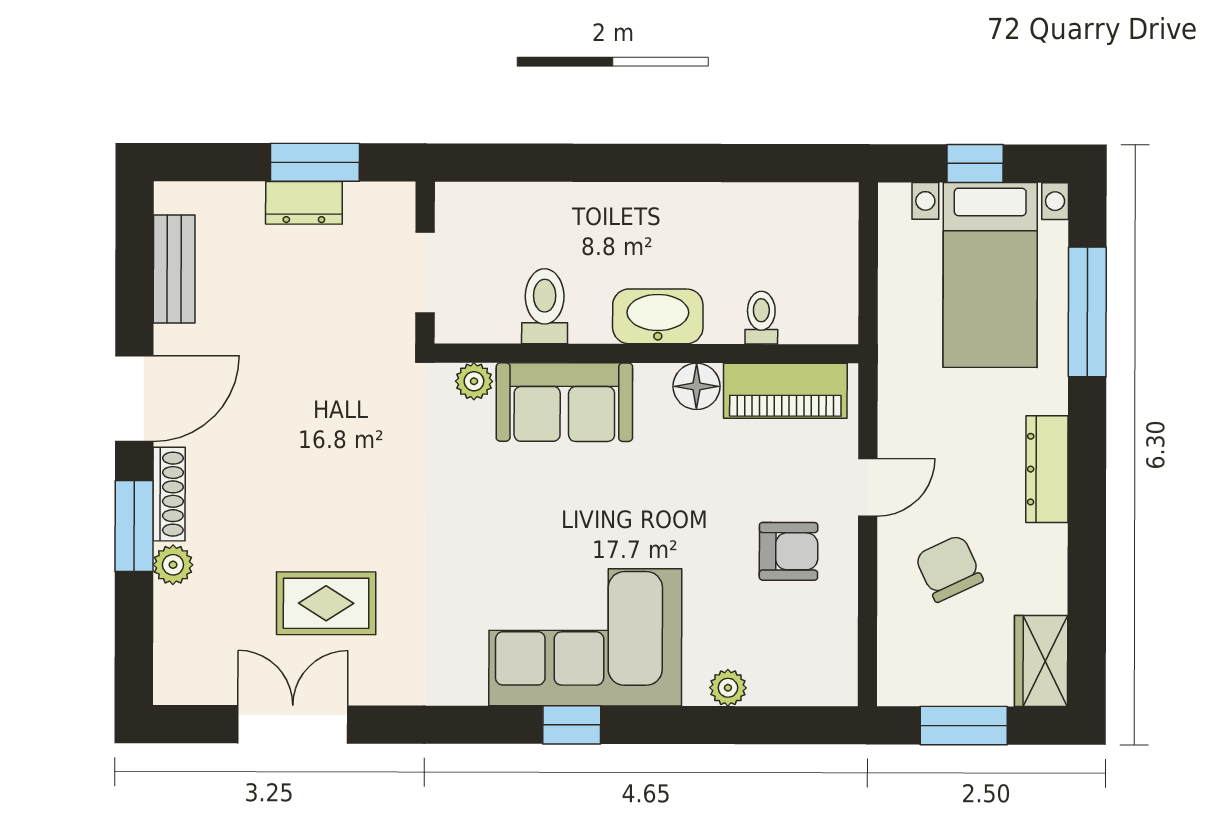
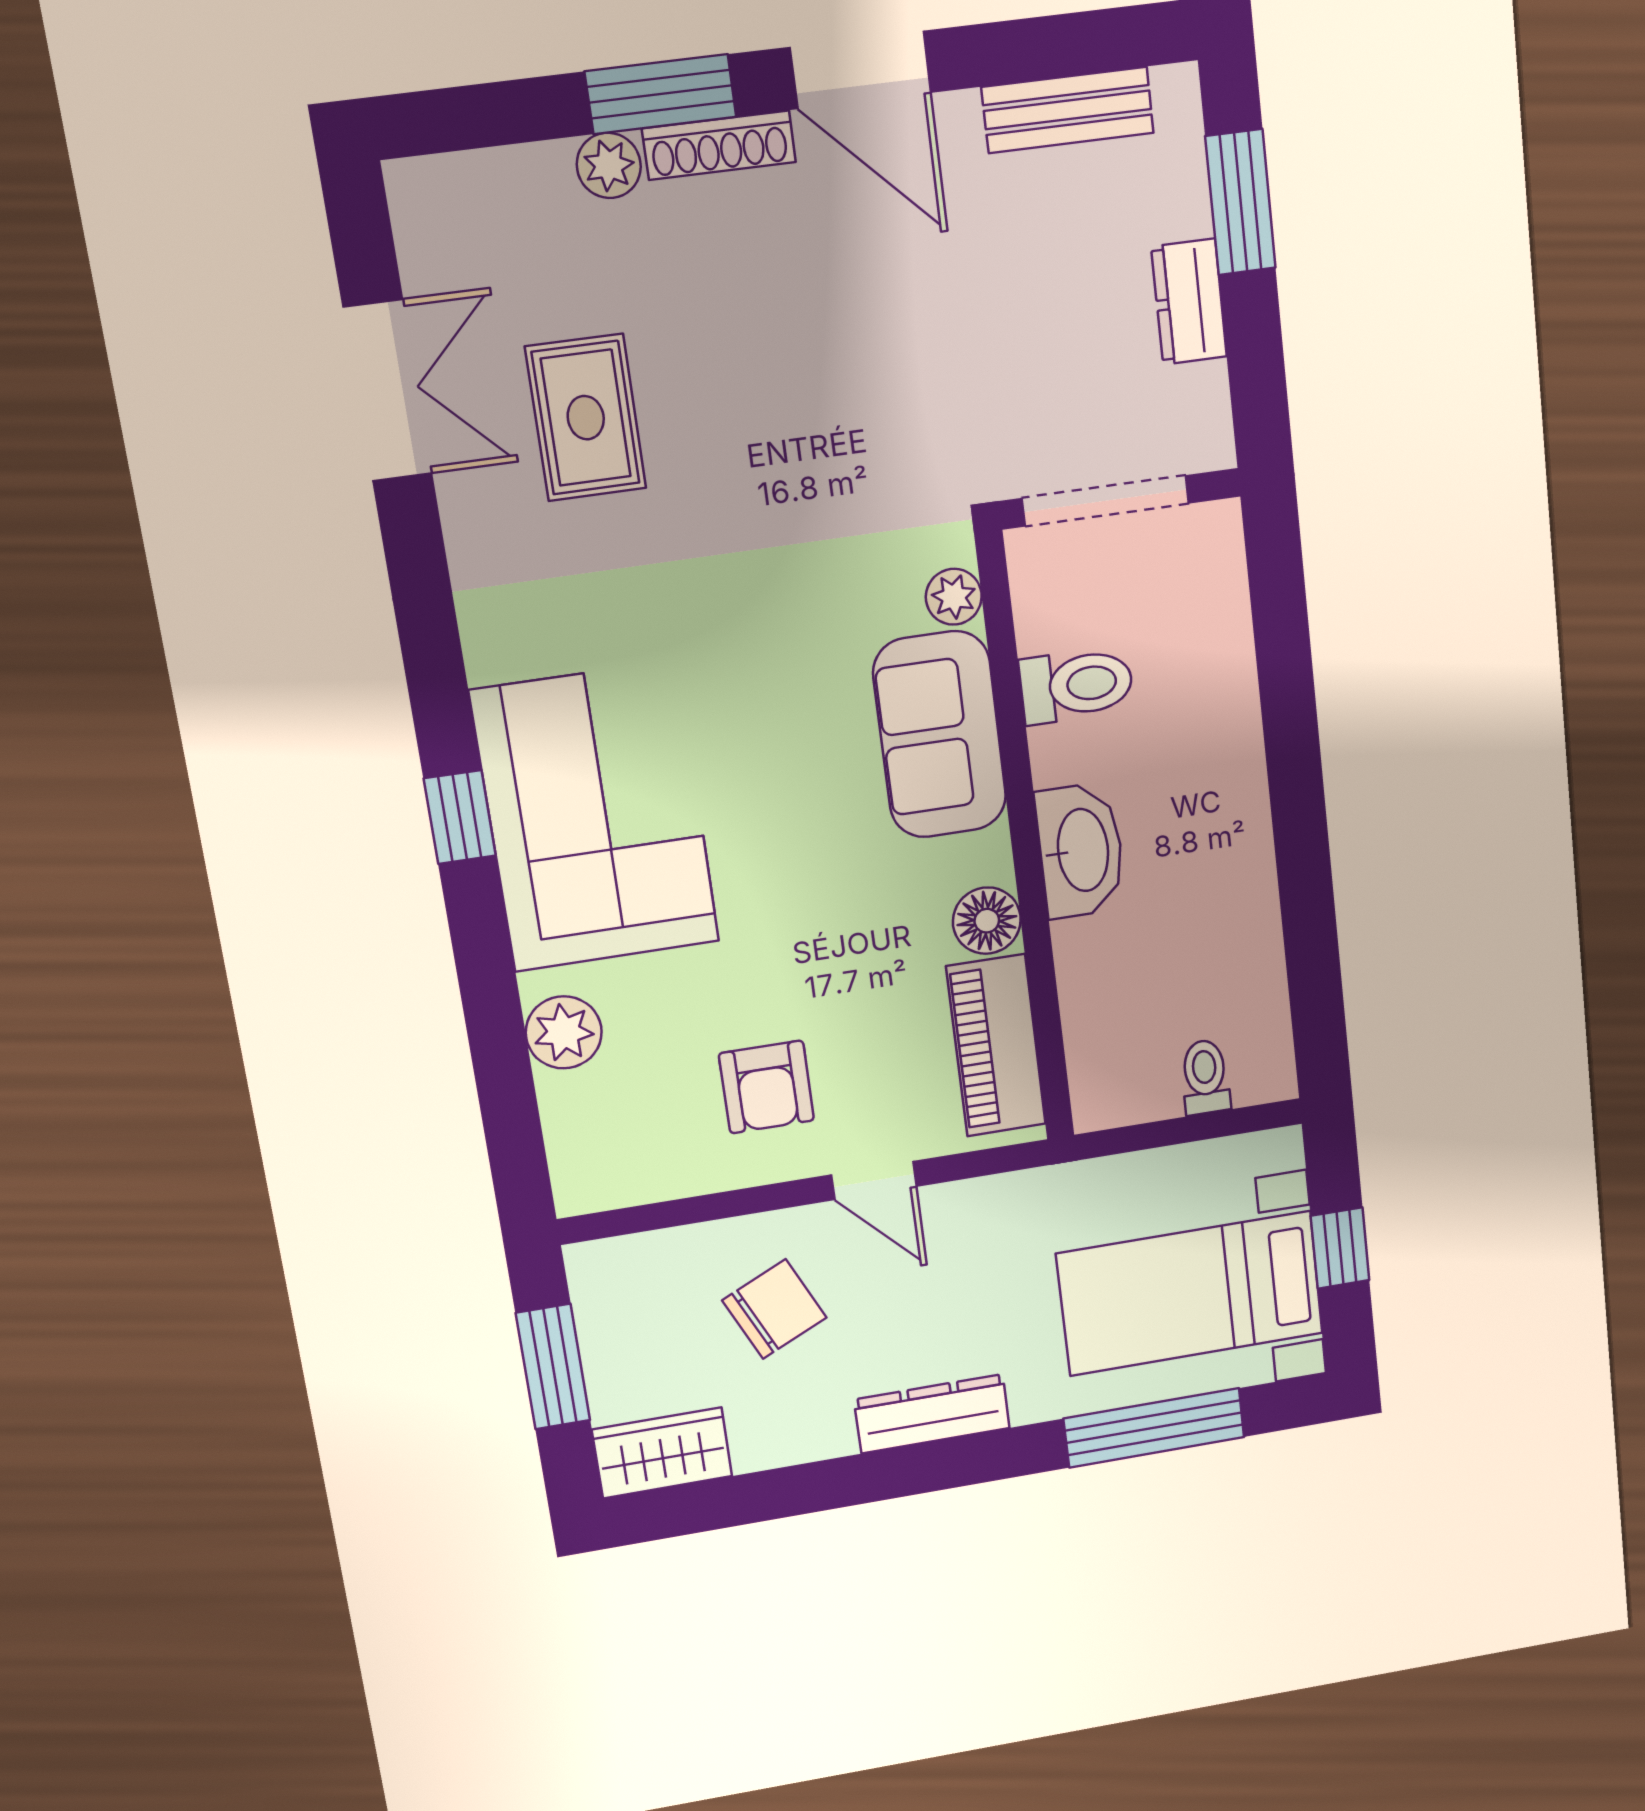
window: (315, 162) -> (1240, 202), moved
doorway: (425, 273) -> (1106, 501), width x1.38
toilet: (761, 318) -> (1205, 1077), moved, turned -90
plant: (728, 688) -> (564, 1032), width x1.38, depth x1.38

